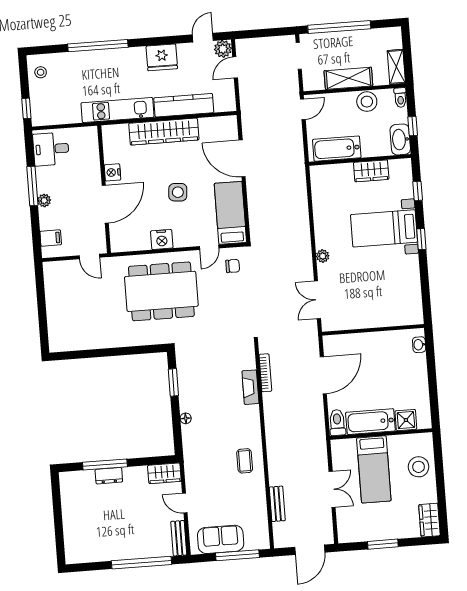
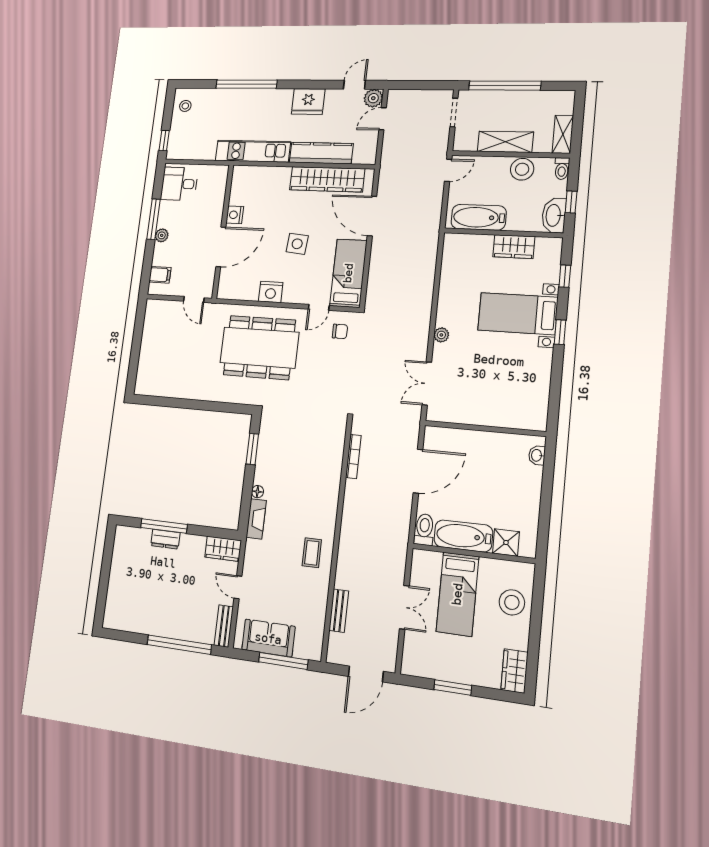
wardrobe: (164, 132) -> (327, 179), moved
fireplace: (250, 387) -> (256, 519), moved, turned 180

